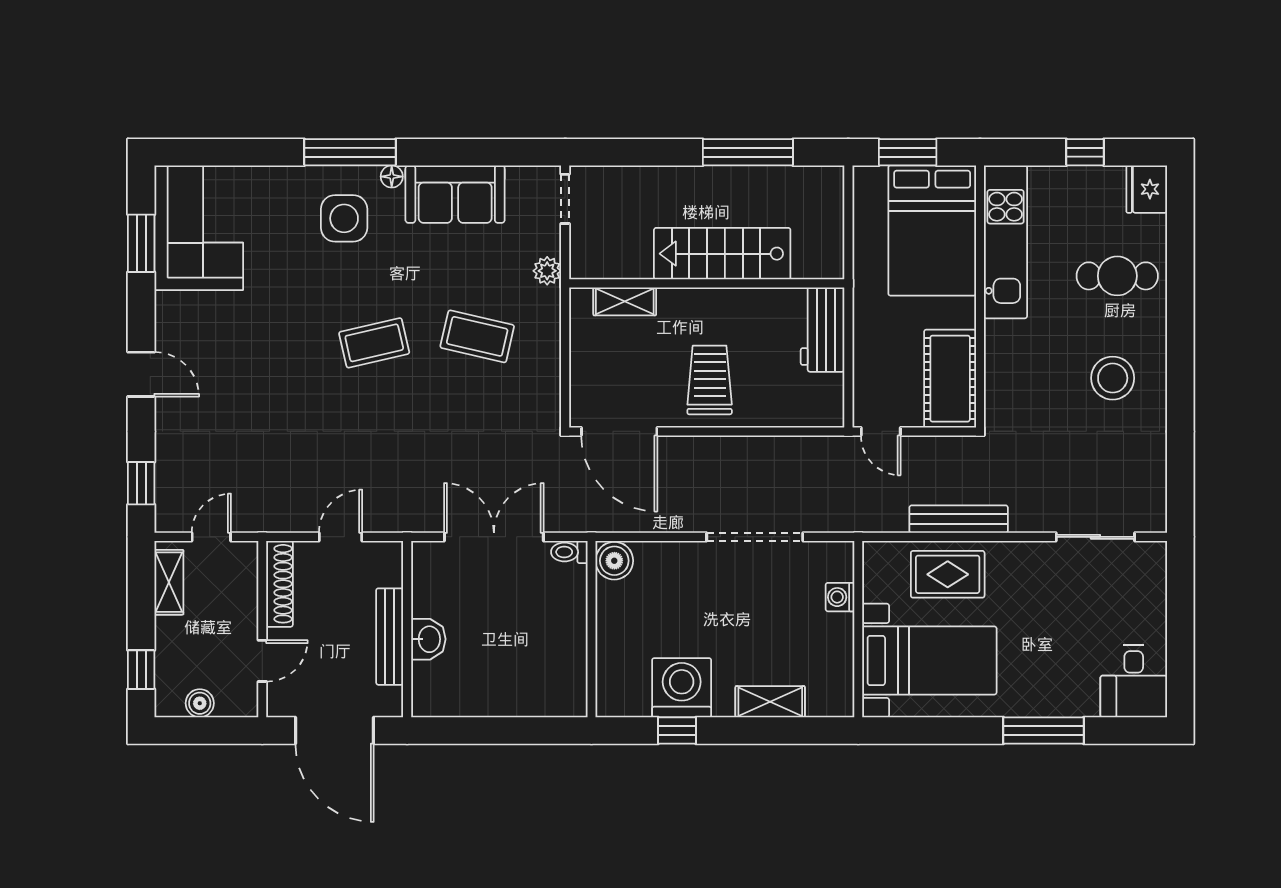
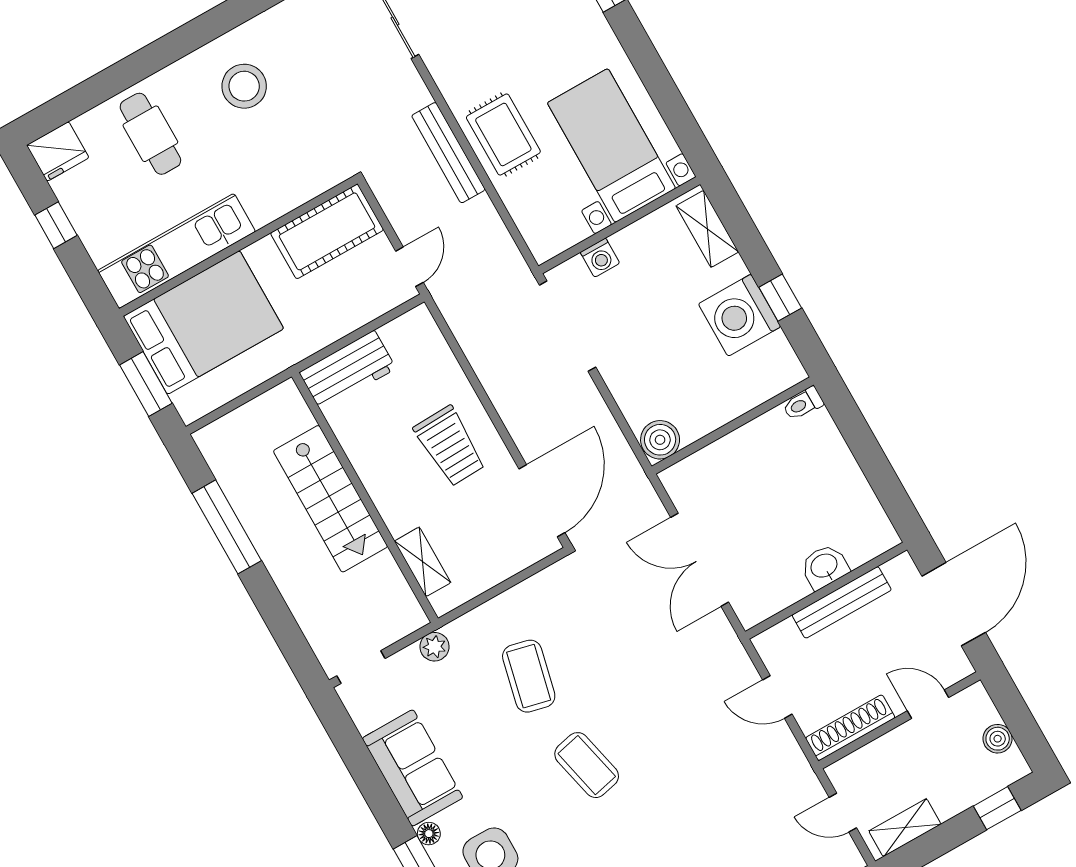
trolley: (710, 380) -> (450, 446), turned -92
toilet: (569, 552) -> (803, 404), moved, turned 90
washing machine: (840, 597) -> (600, 258), moved
wall: (858, 629) -> (619, 225), moved
bed with nightstands: (929, 660) -> (611, 146), moved

